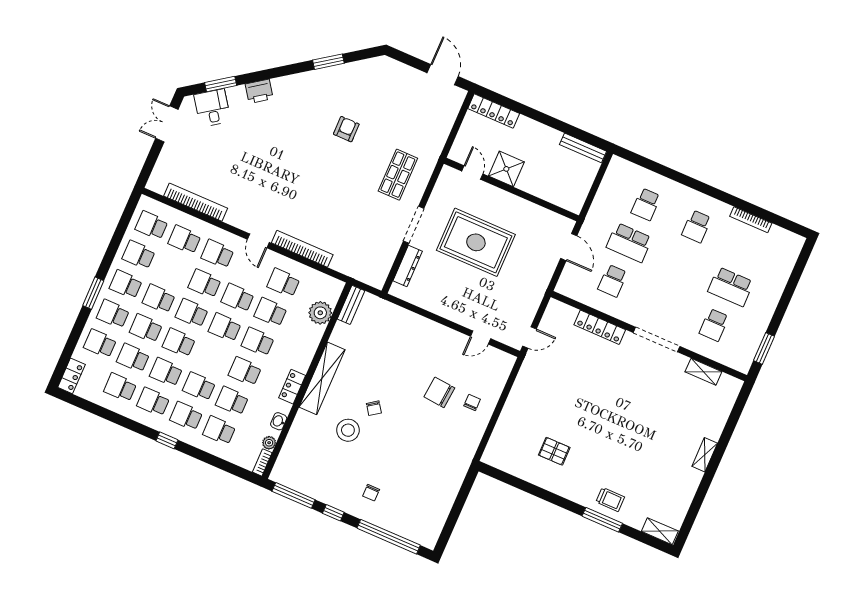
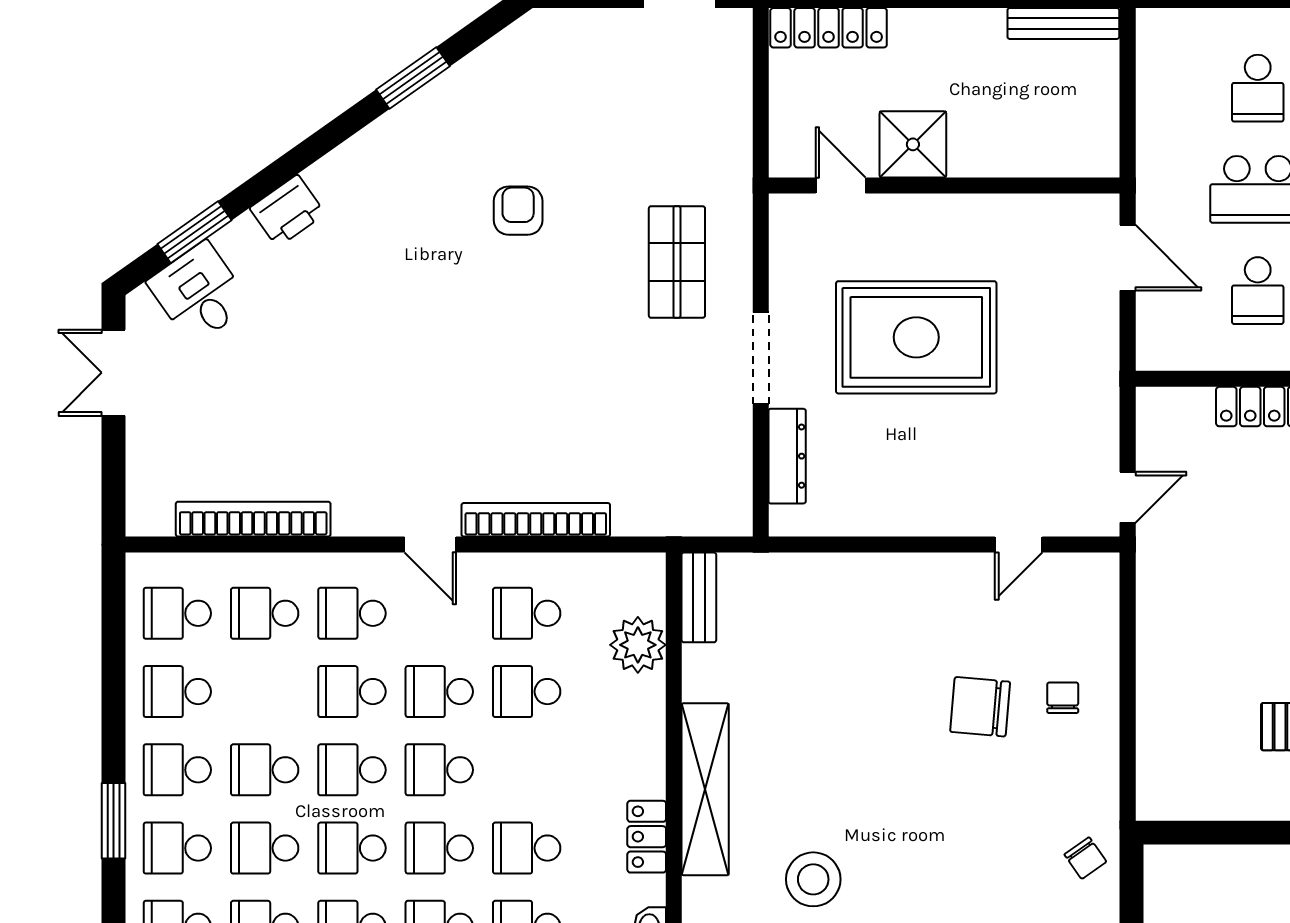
school desk: (258, 342) -> (439, 848), moved
chair: (374, 408) -> (1085, 858), moved

